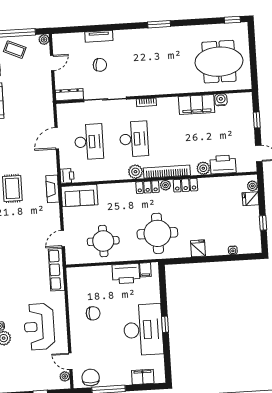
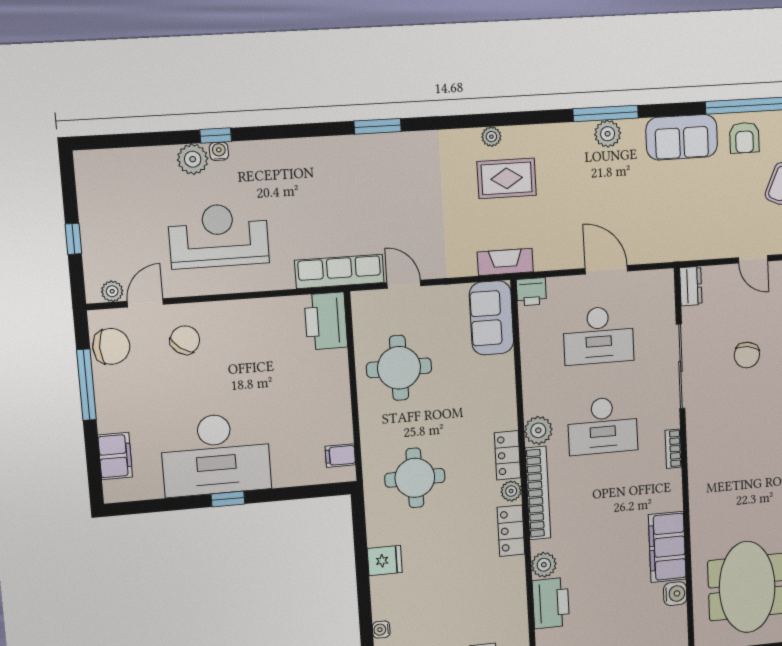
dresser: (69, 95) -> (691, 286), width x0.70
round table: (157, 233) -> (415, 478), width x0.73, depth x0.73
printer: (126, 274) -> (326, 321), moved
chair: (93, 313) -> (185, 340), moved, turned -144

